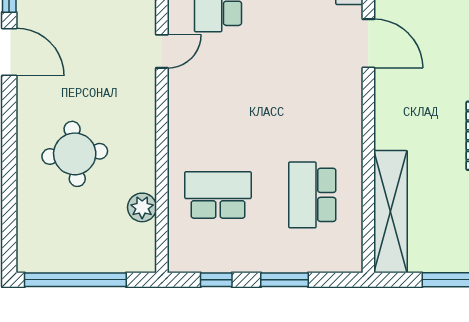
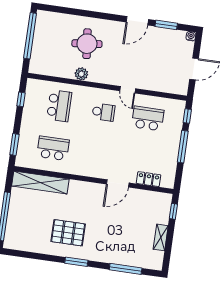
school desk: (218, 97) -> (103, 112), added
plant: (142, 207) -> (81, 74), moved
window: (285, 280) -> (14, 145), moved

